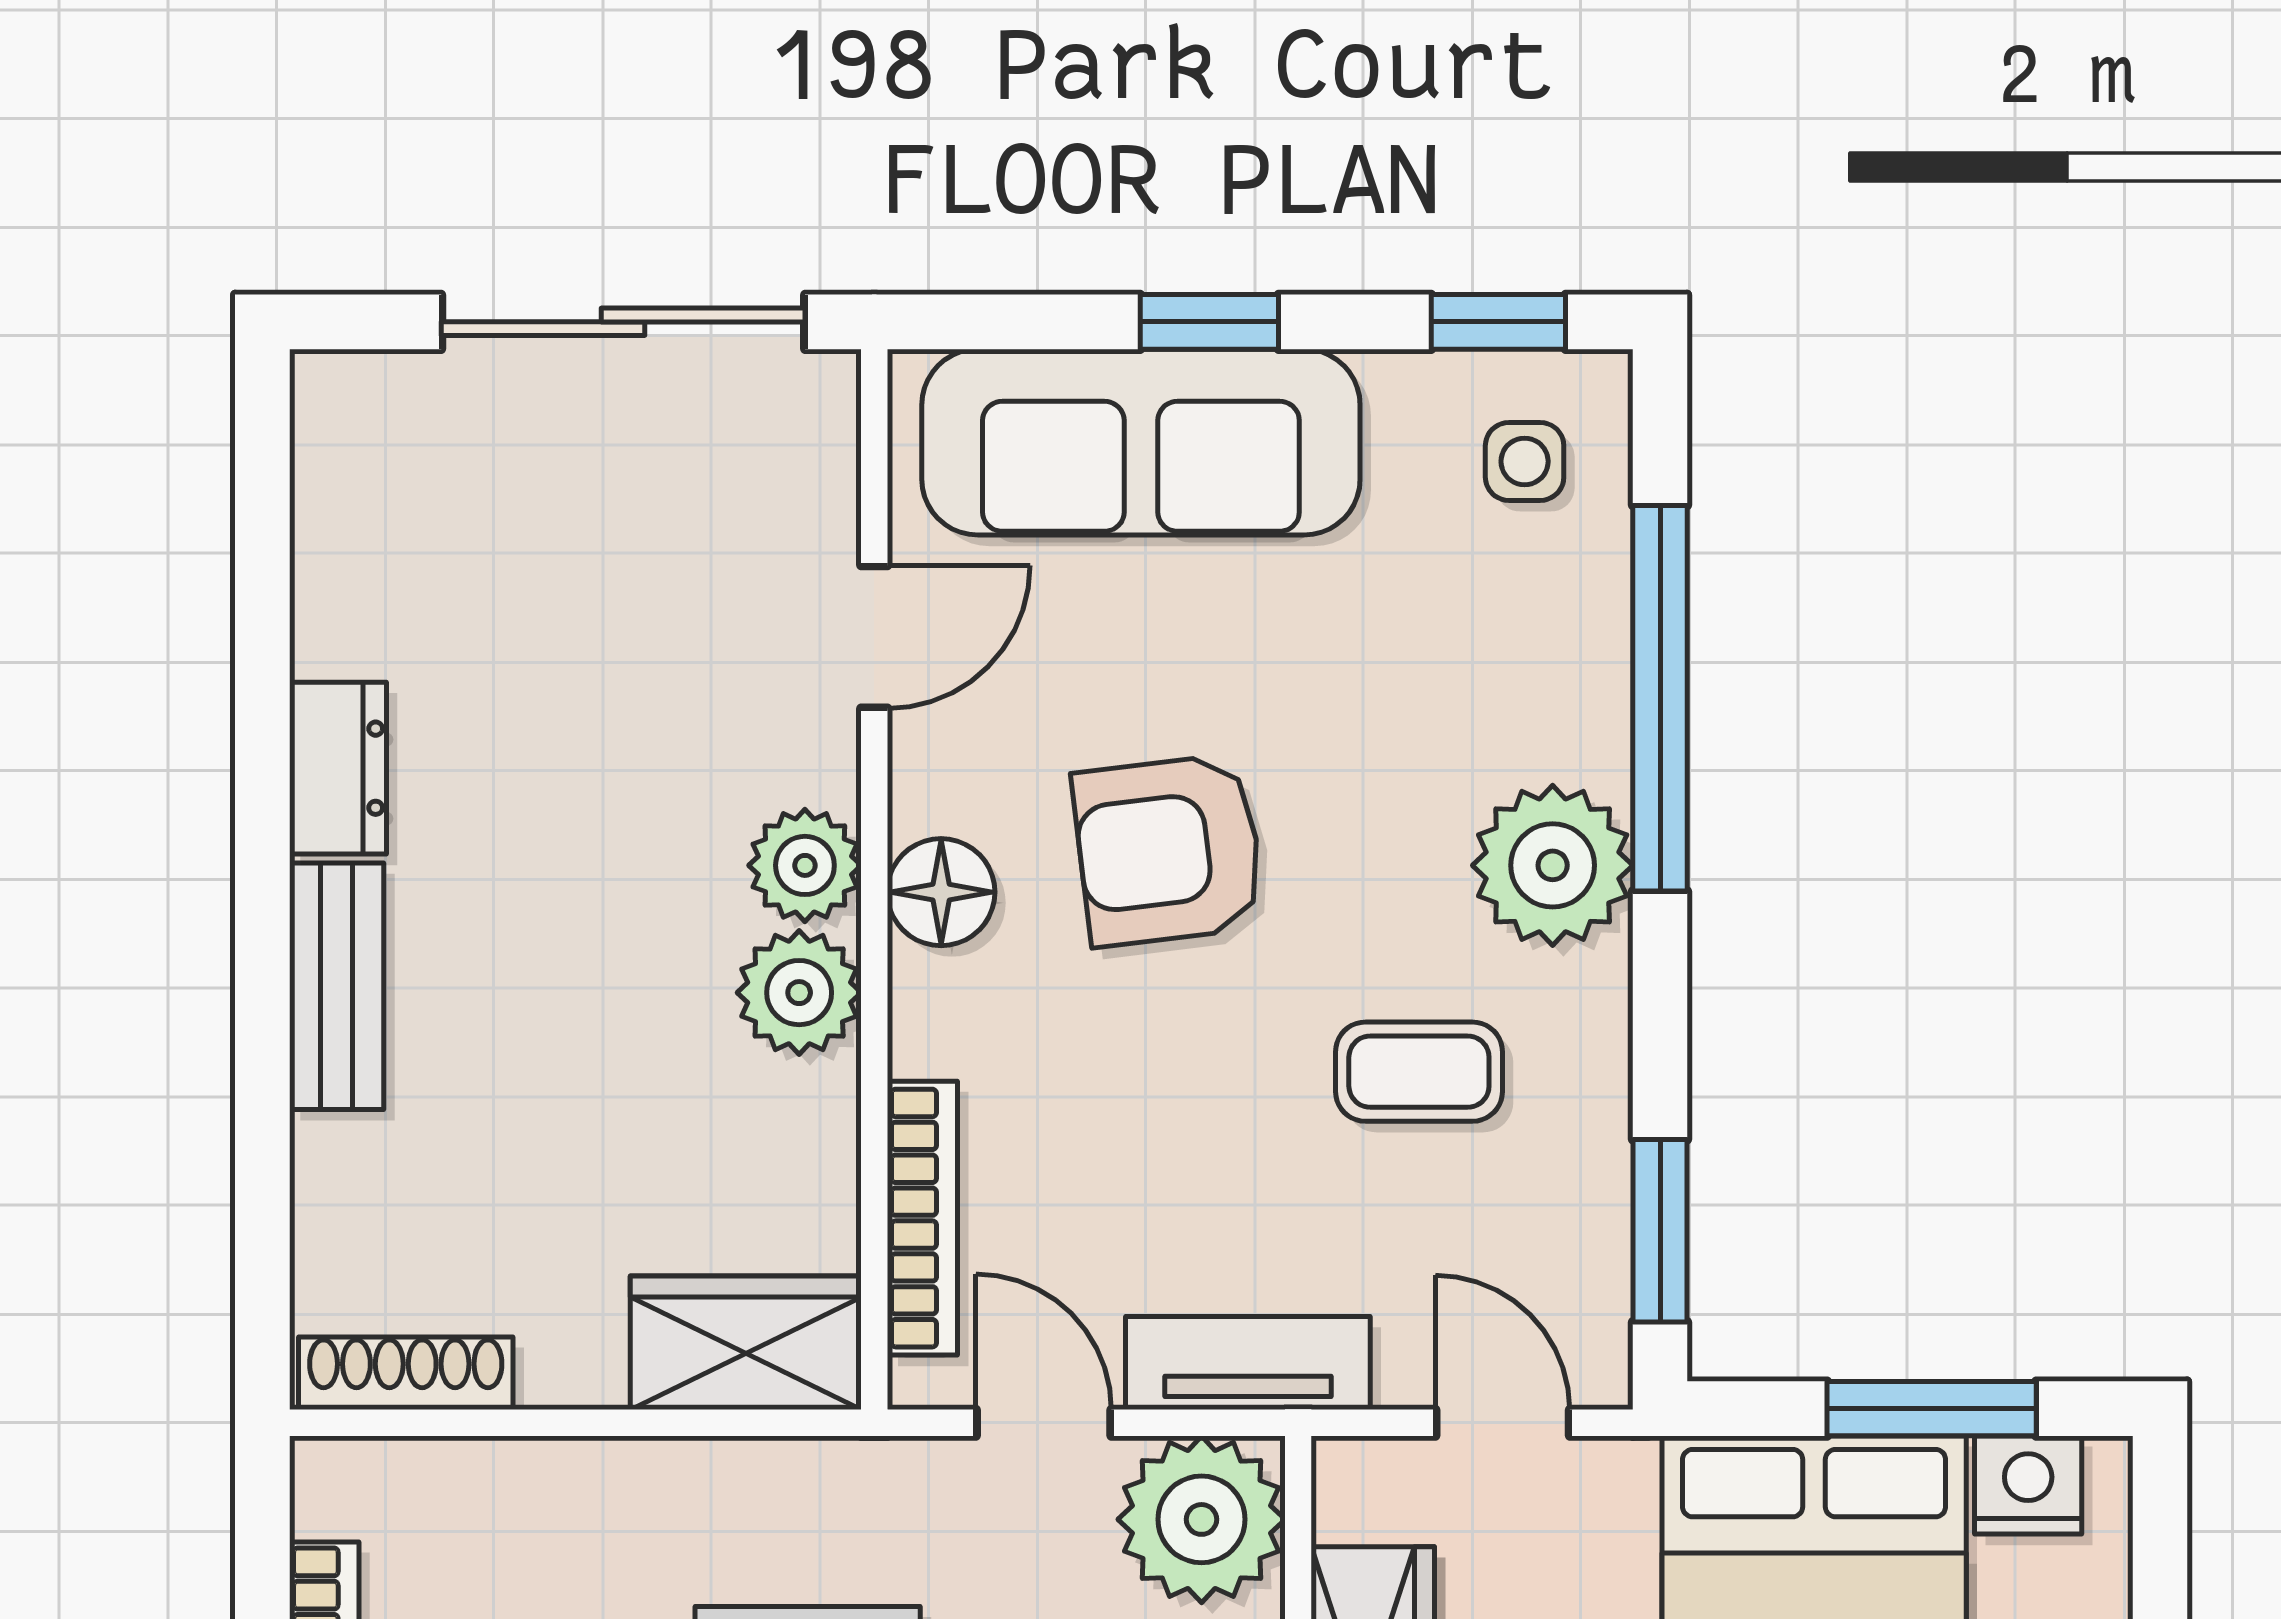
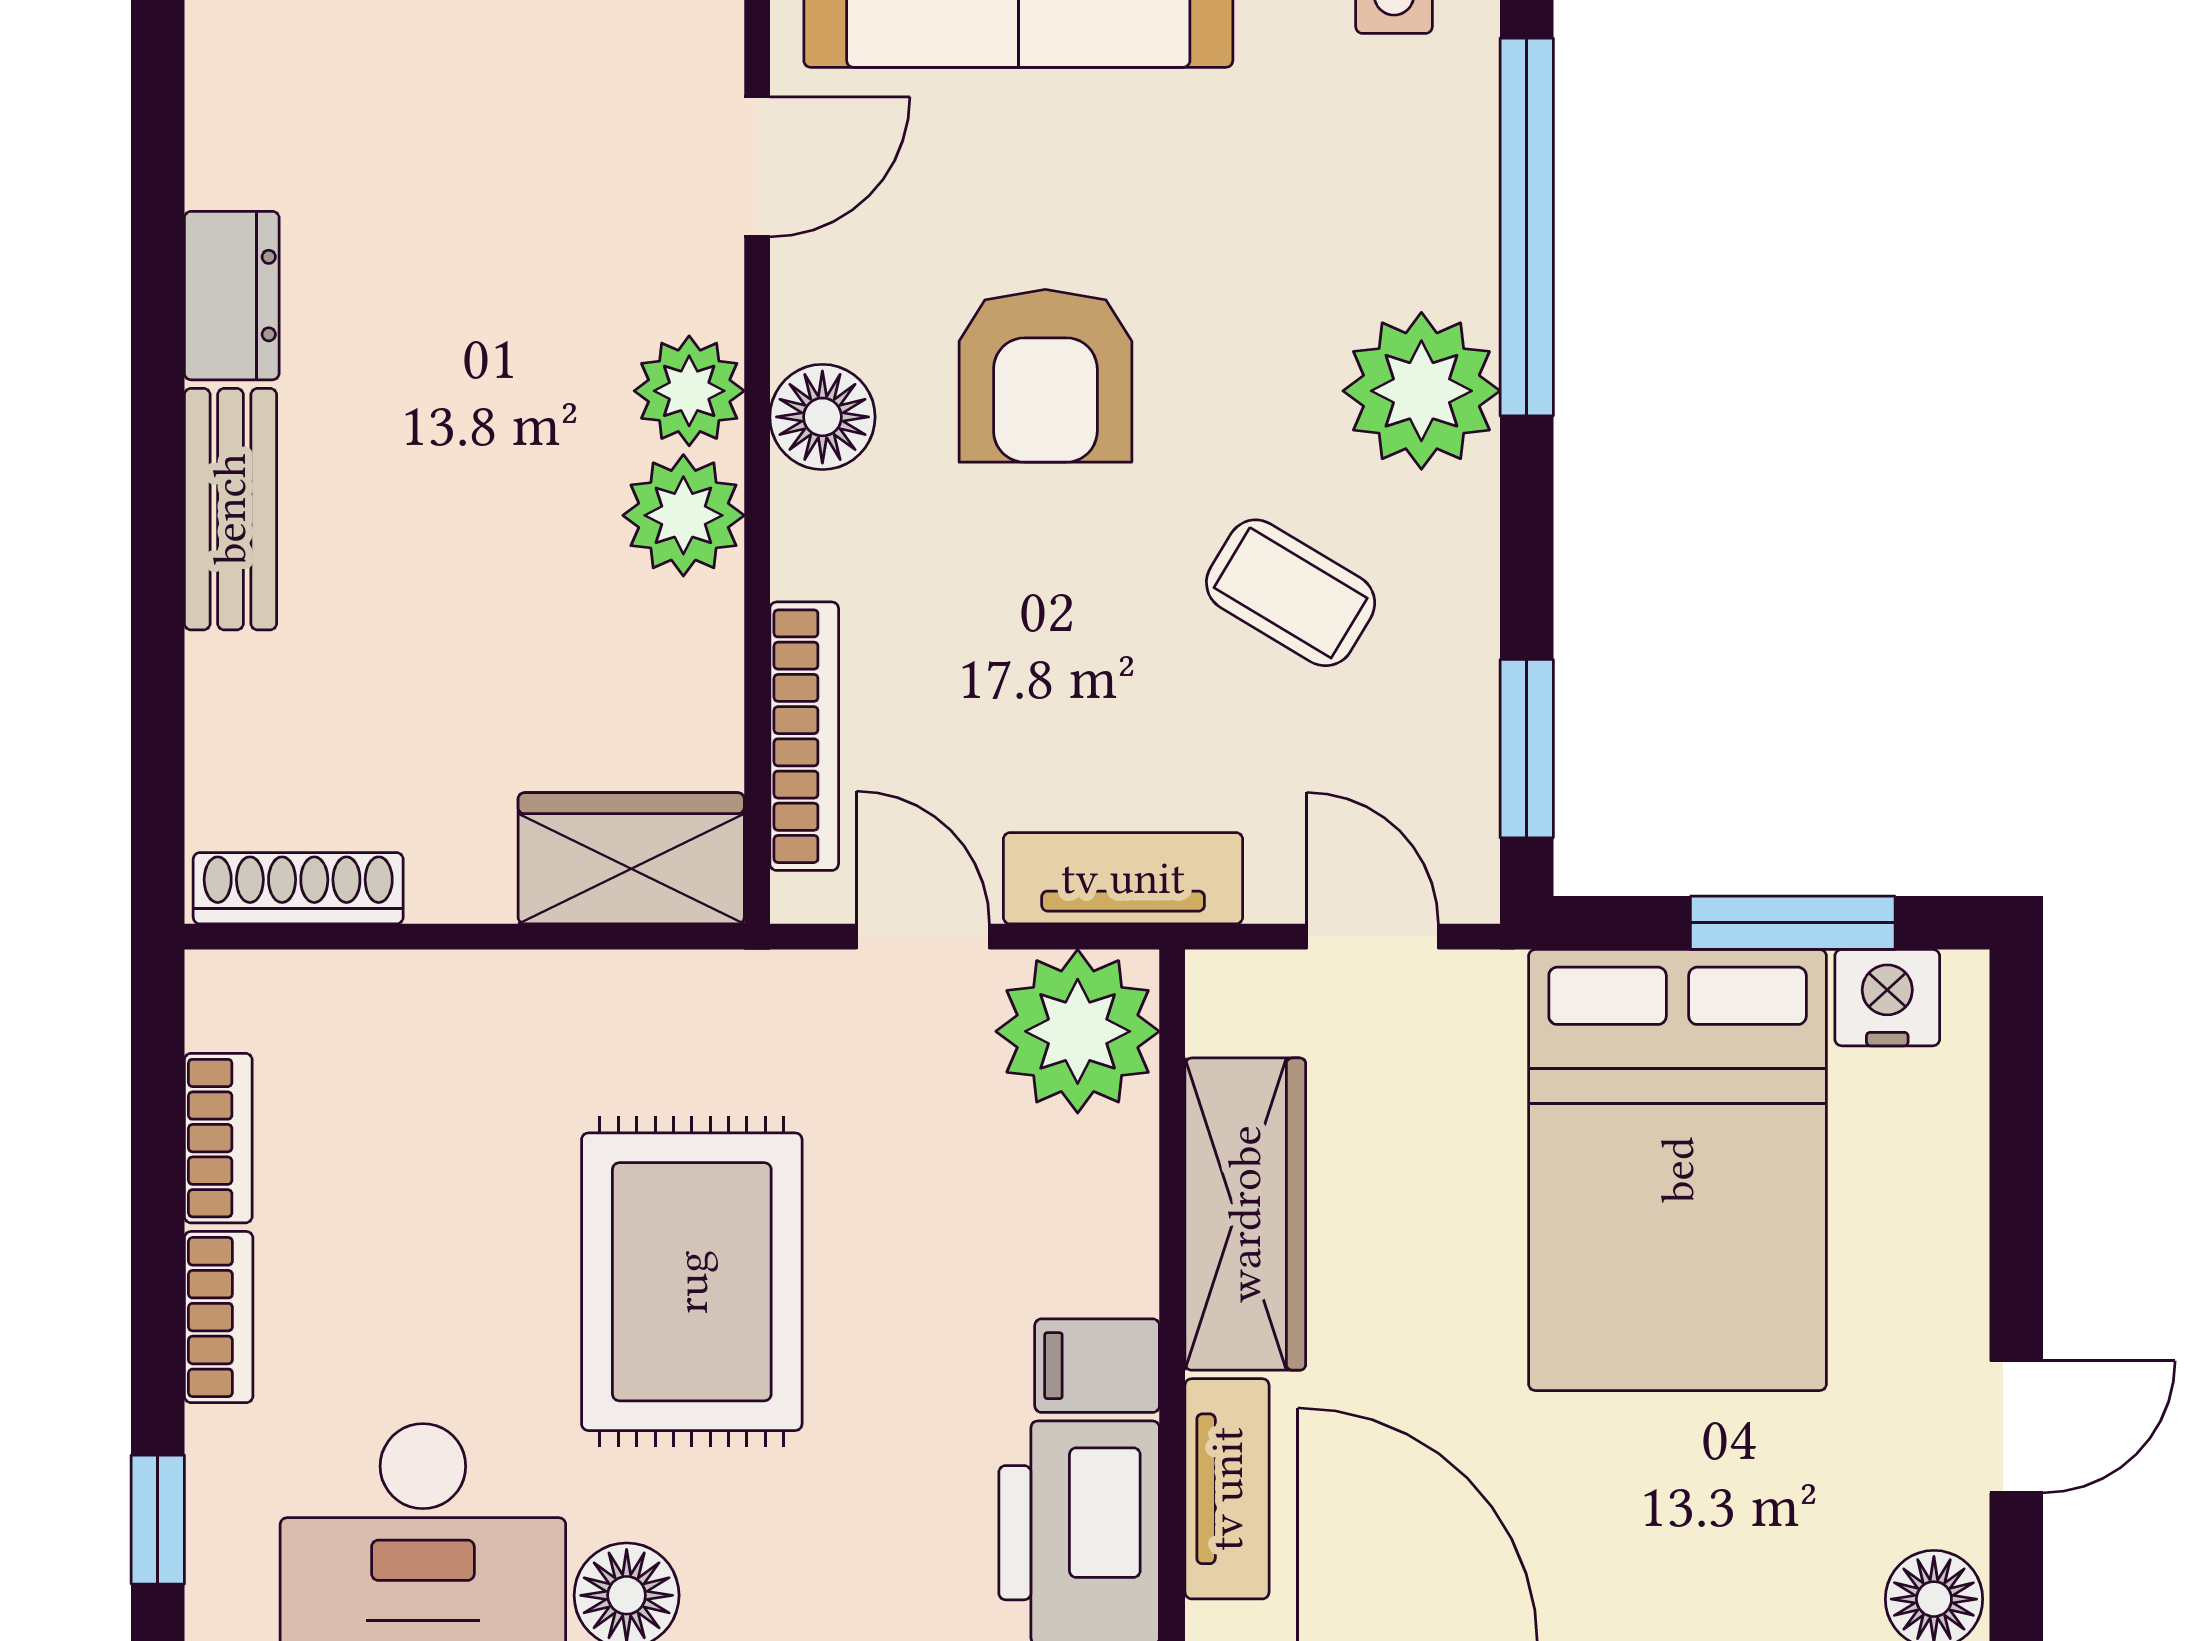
armchair: (1169, 850) -> (1045, 376), turned -83
coffee table: (1419, 1072) -> (1291, 593), turned 31

